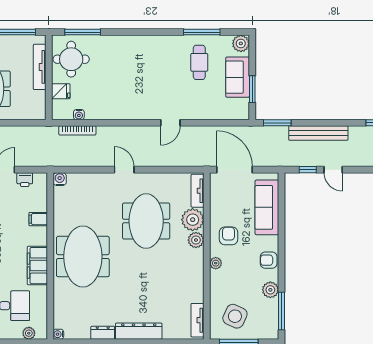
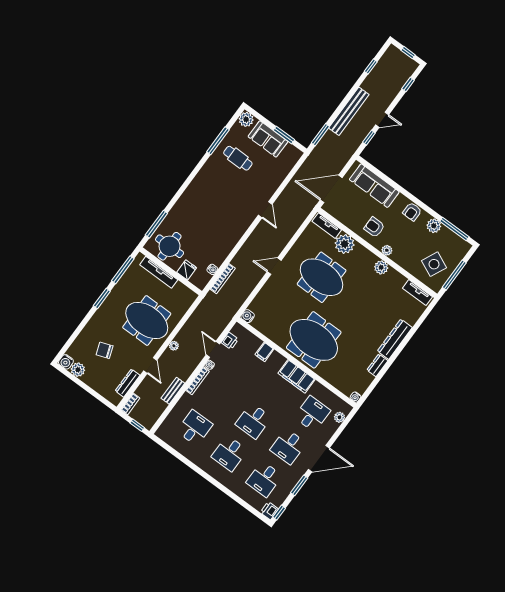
plant: (196, 240) -> (381, 267), moved

